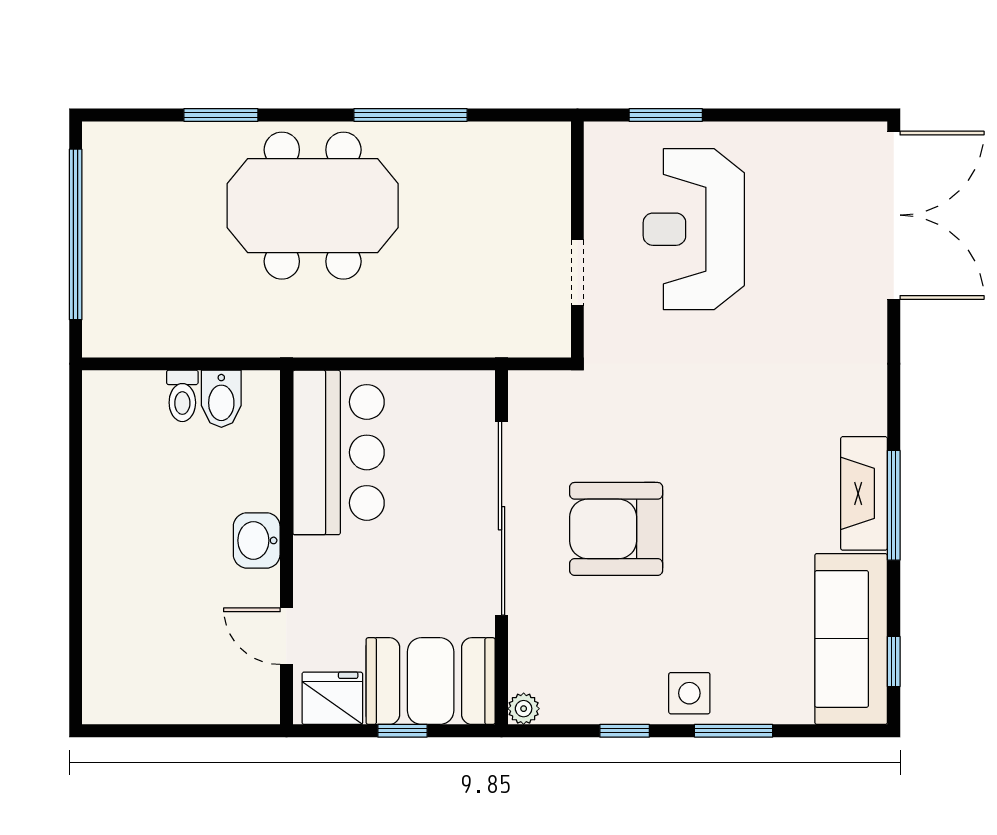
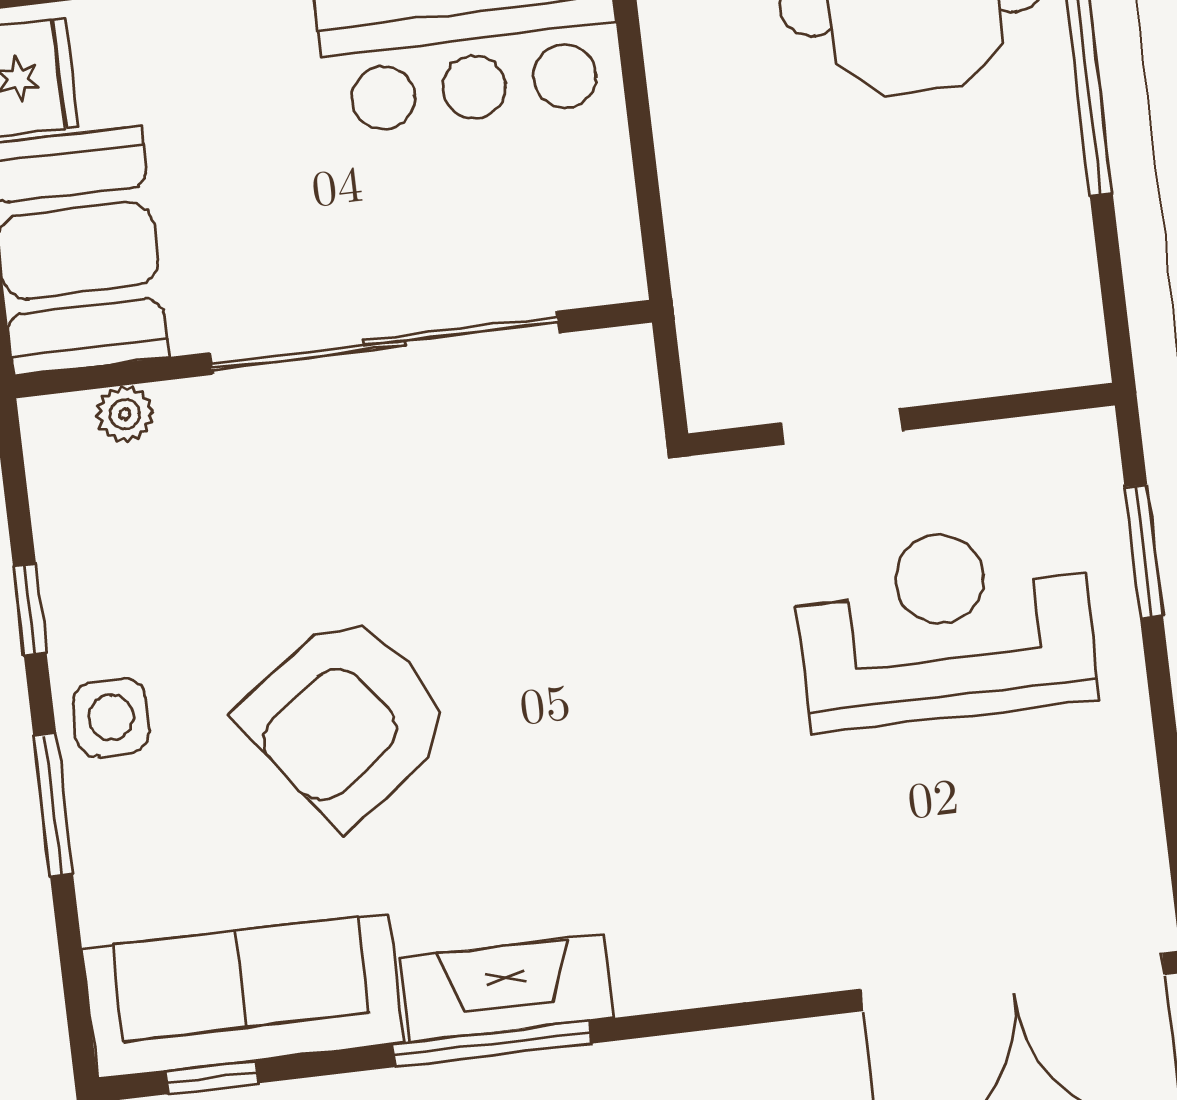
armchair: (616, 529) -> (347, 719), moved, turned -126
plant: (524, 709) -> (125, 414), moved

